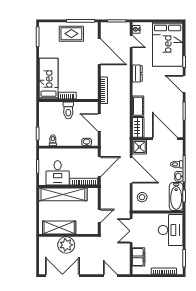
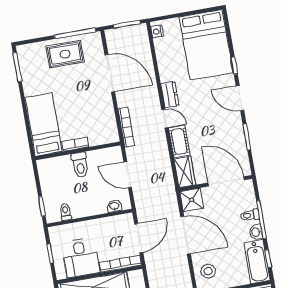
door: (131, 41) -> (165, 119), moved

